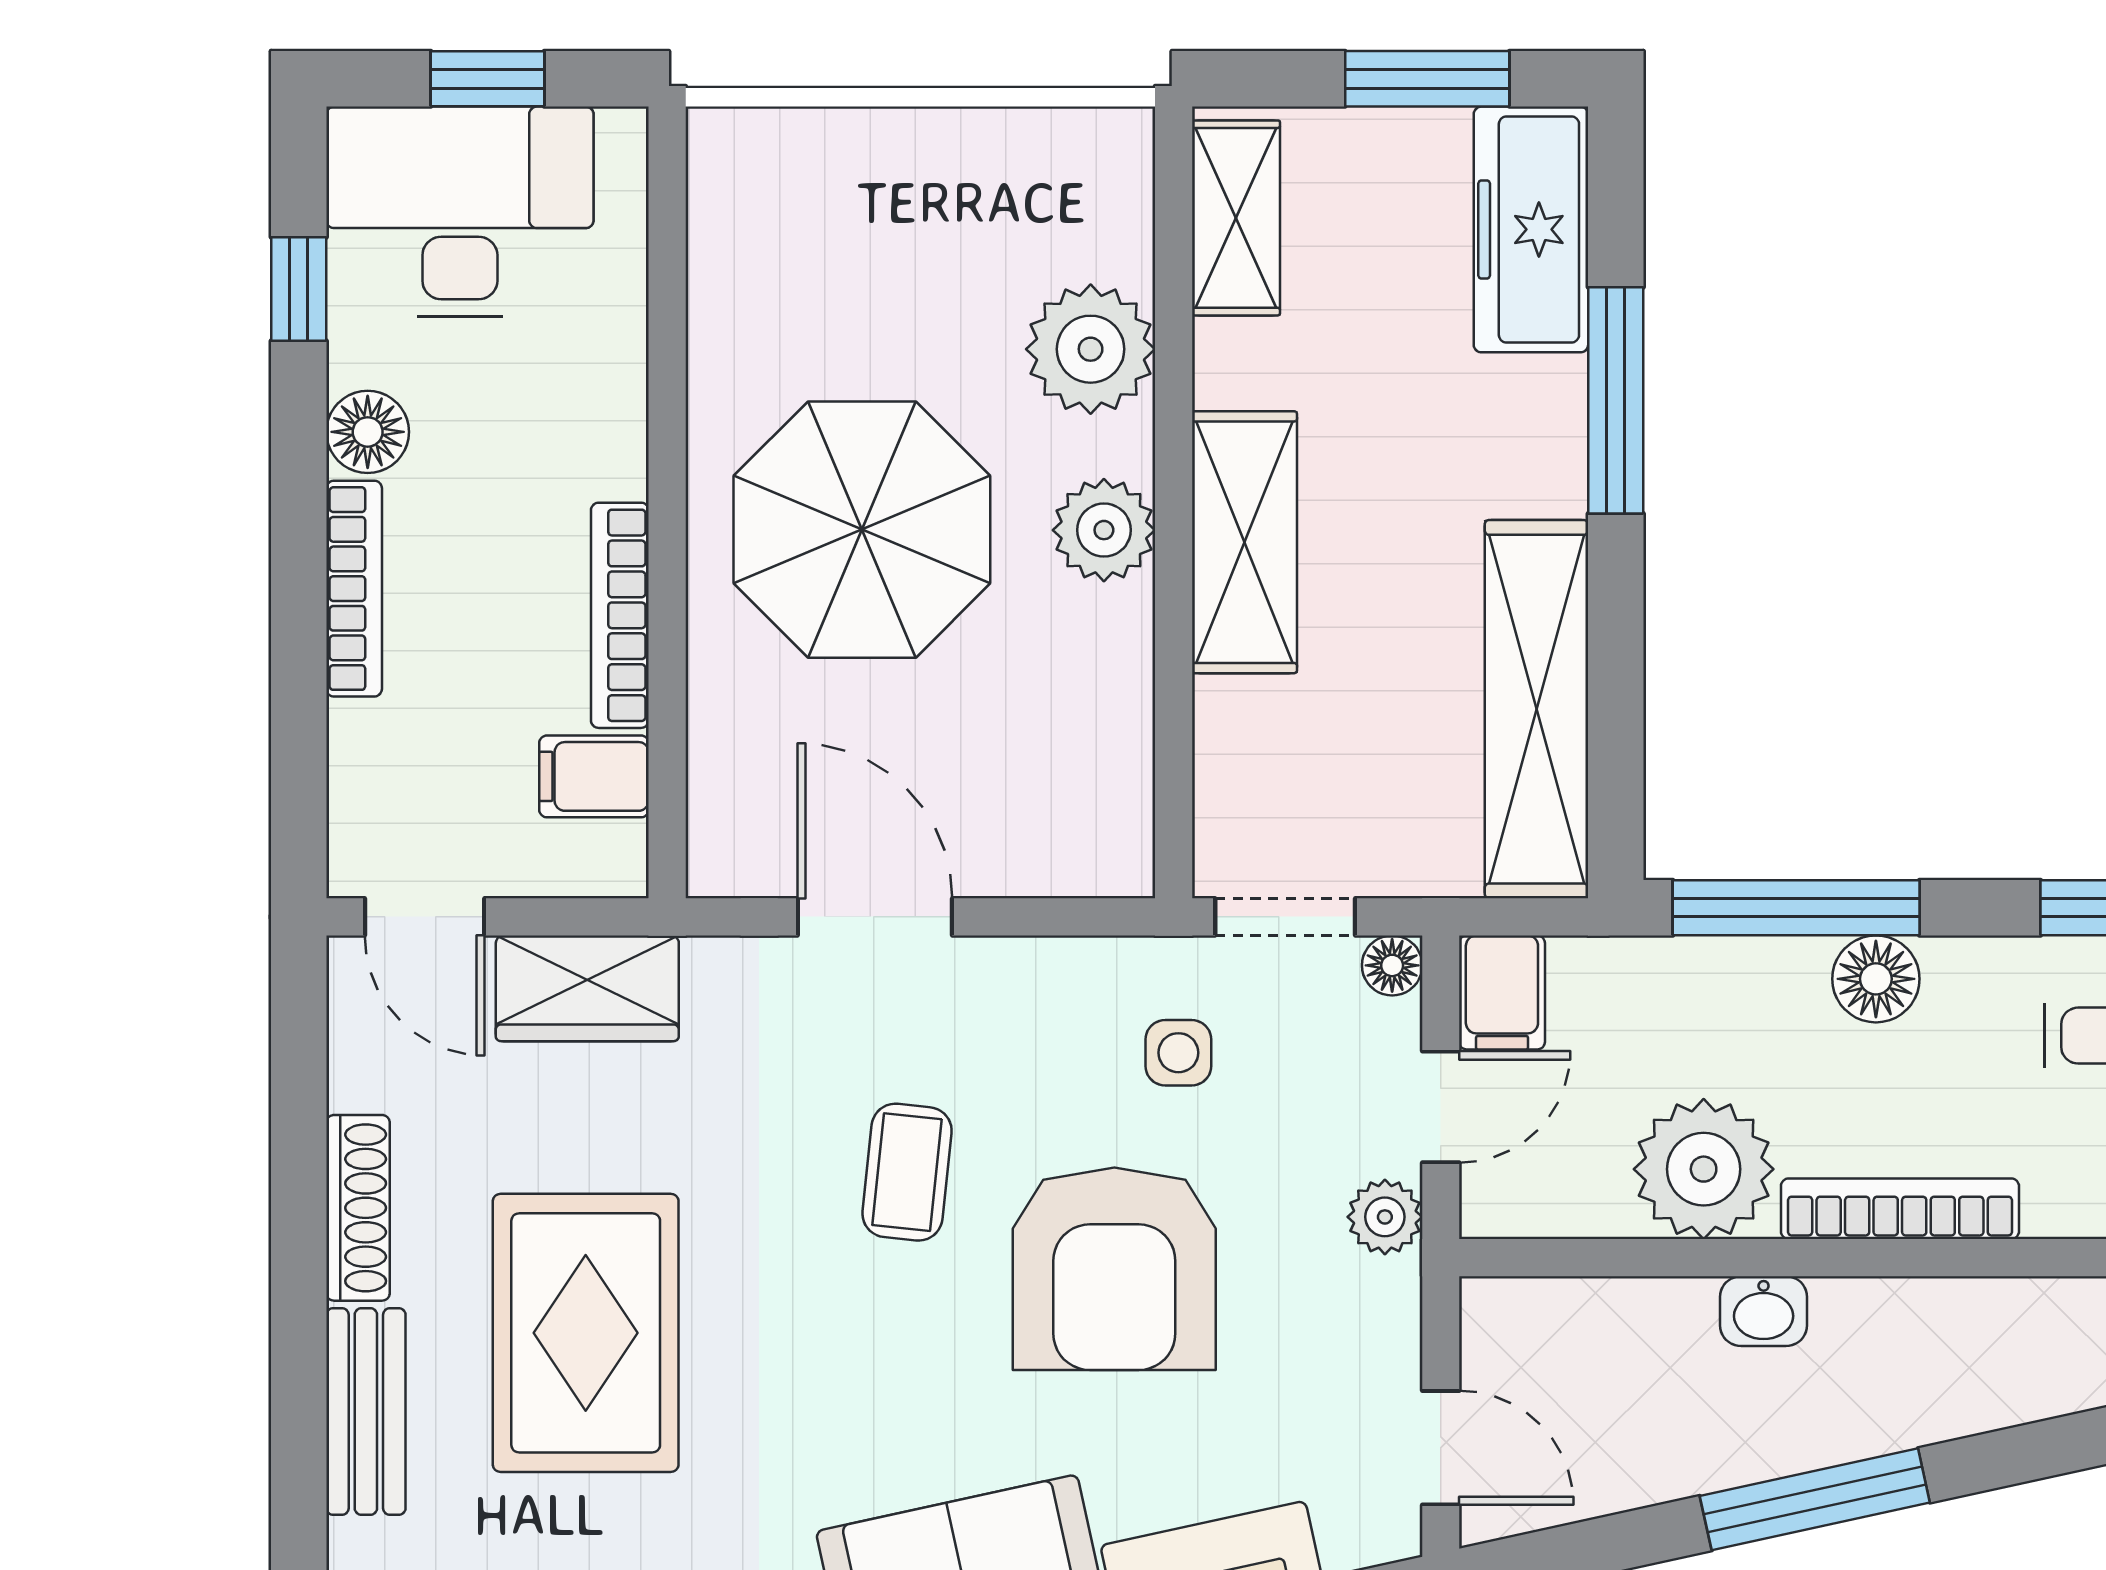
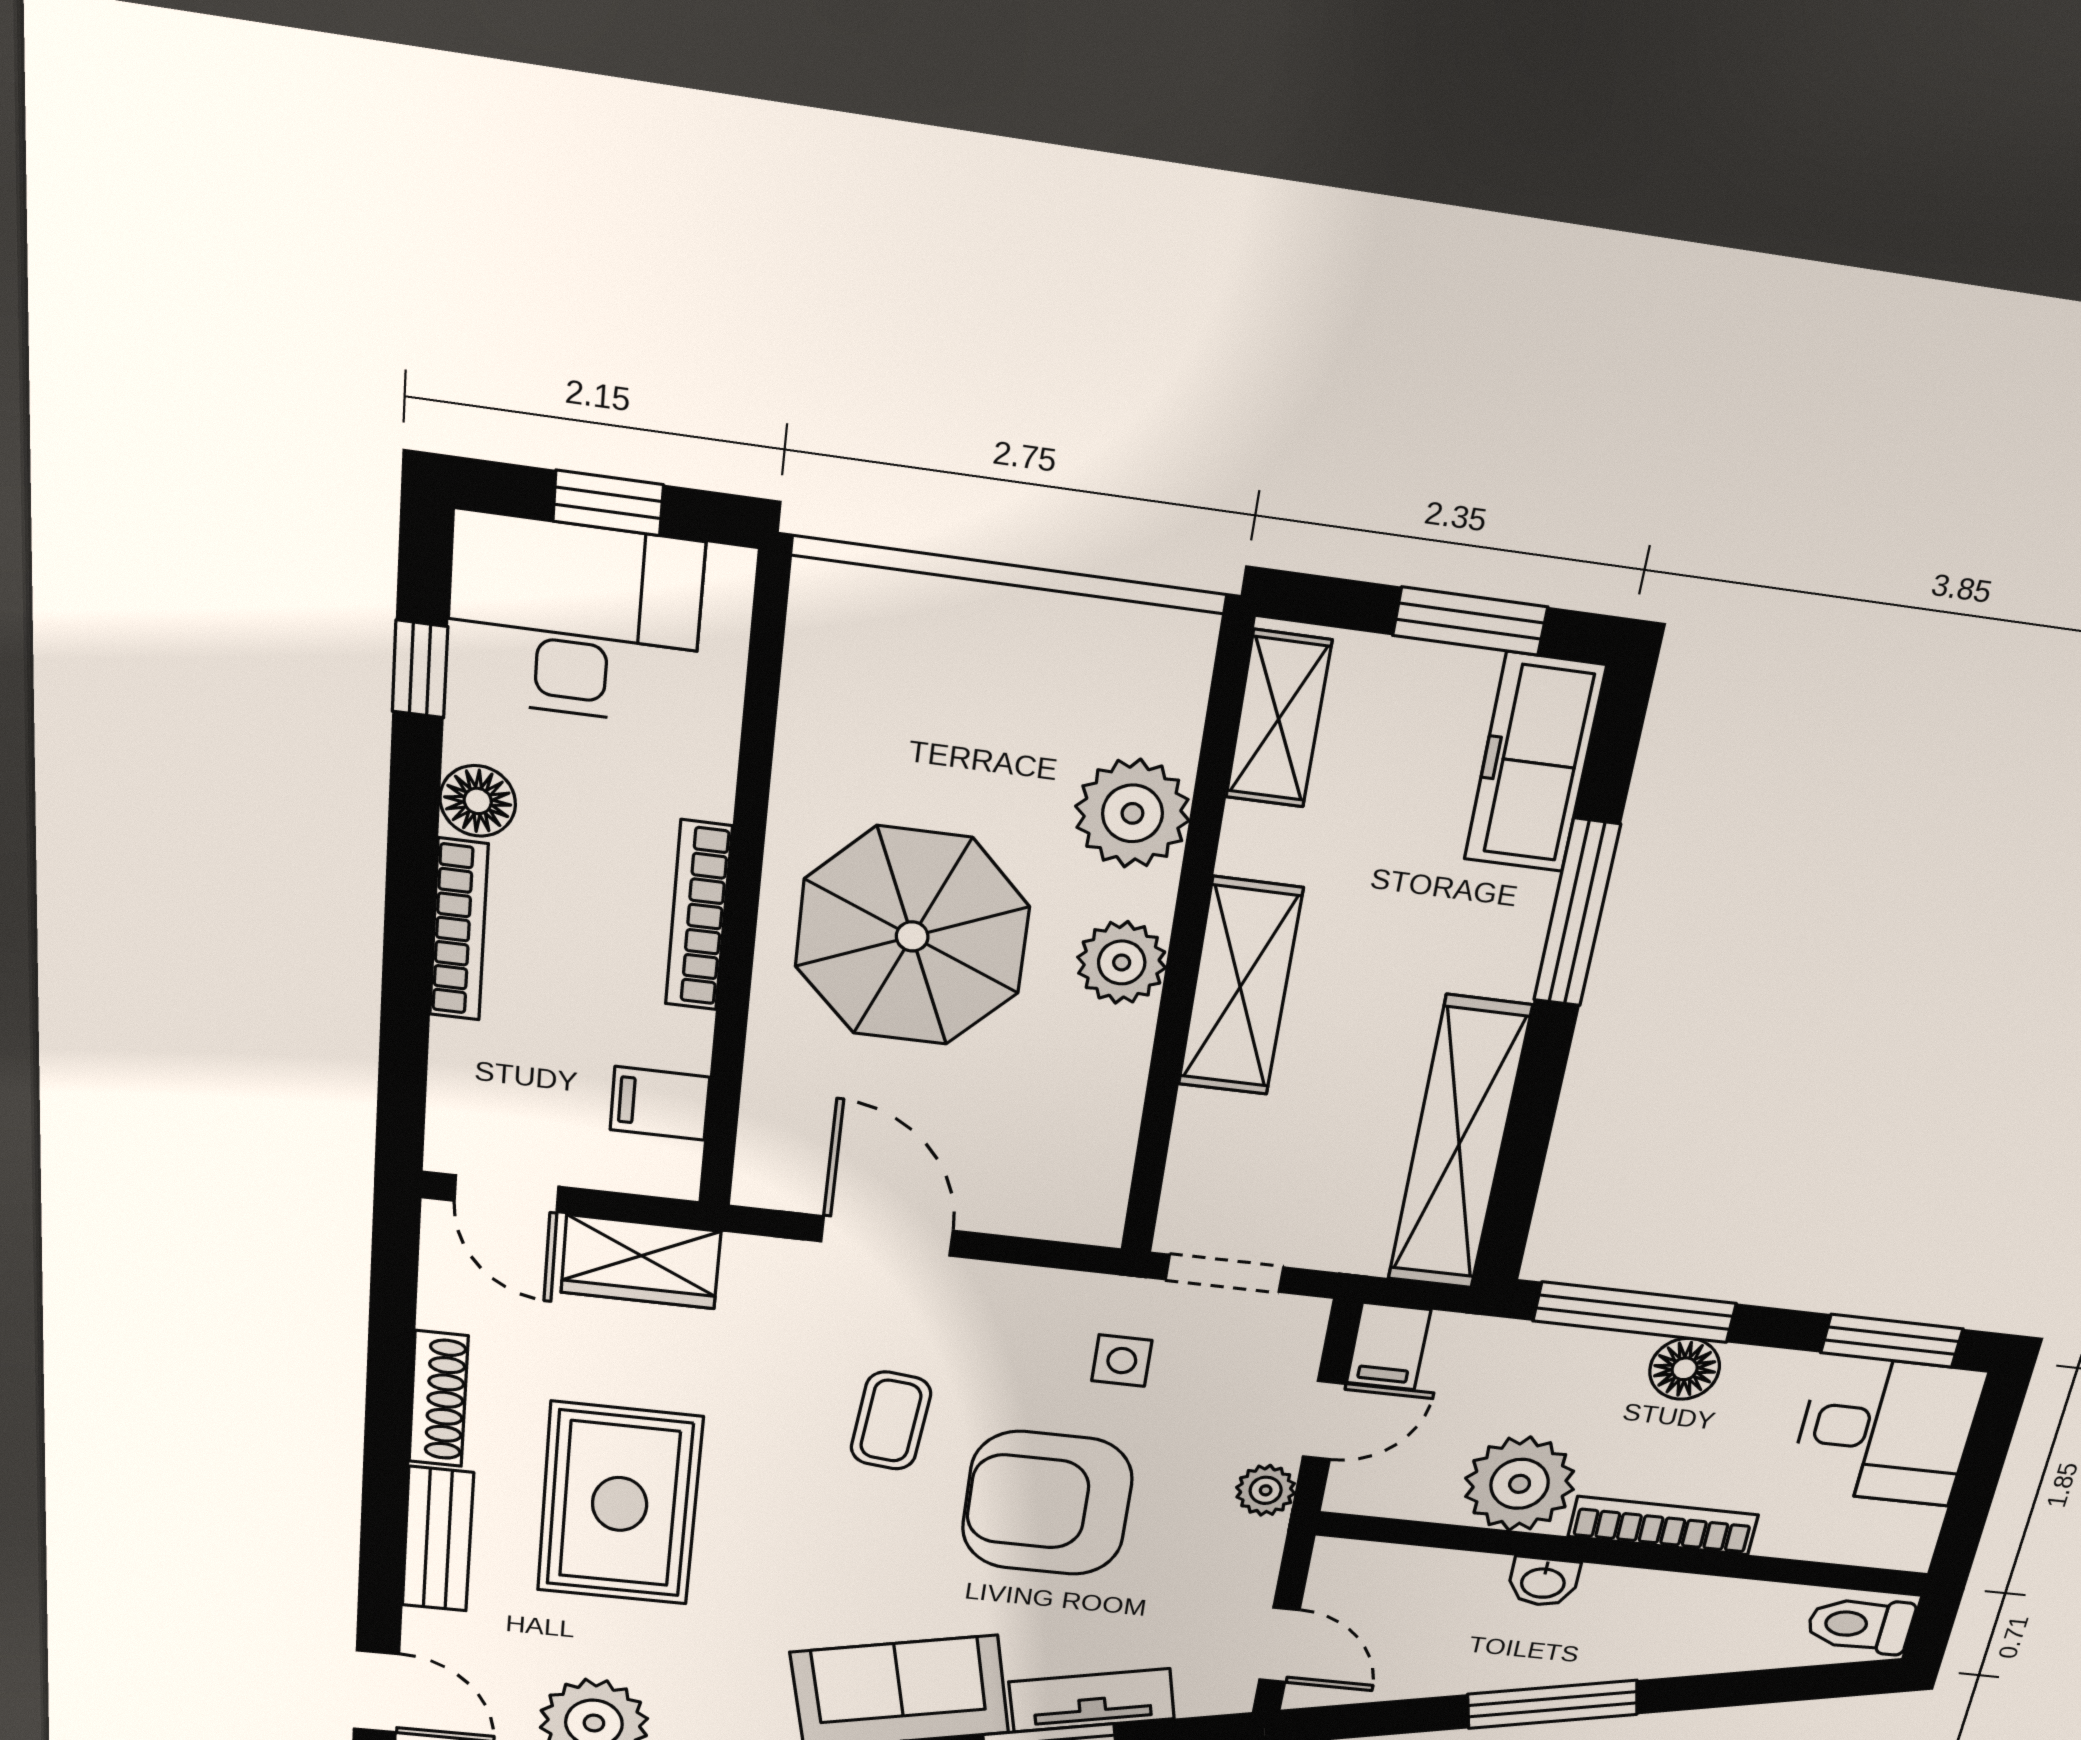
bookcase: (620, 615) -> (699, 916), moved
floor lamp: (1392, 965) -> (1305, 1318), removed
armchair: (1114, 1269) -> (1047, 1503), turned 90

